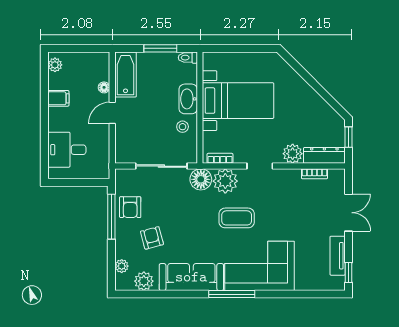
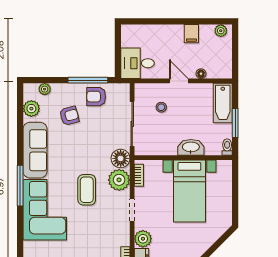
bathtub: (126, 74) -> (223, 103), moved, turned 90
stool: (183, 127) -> (161, 107), moved
desk: (67, 150) -> (138, 63), moved, turned -90

